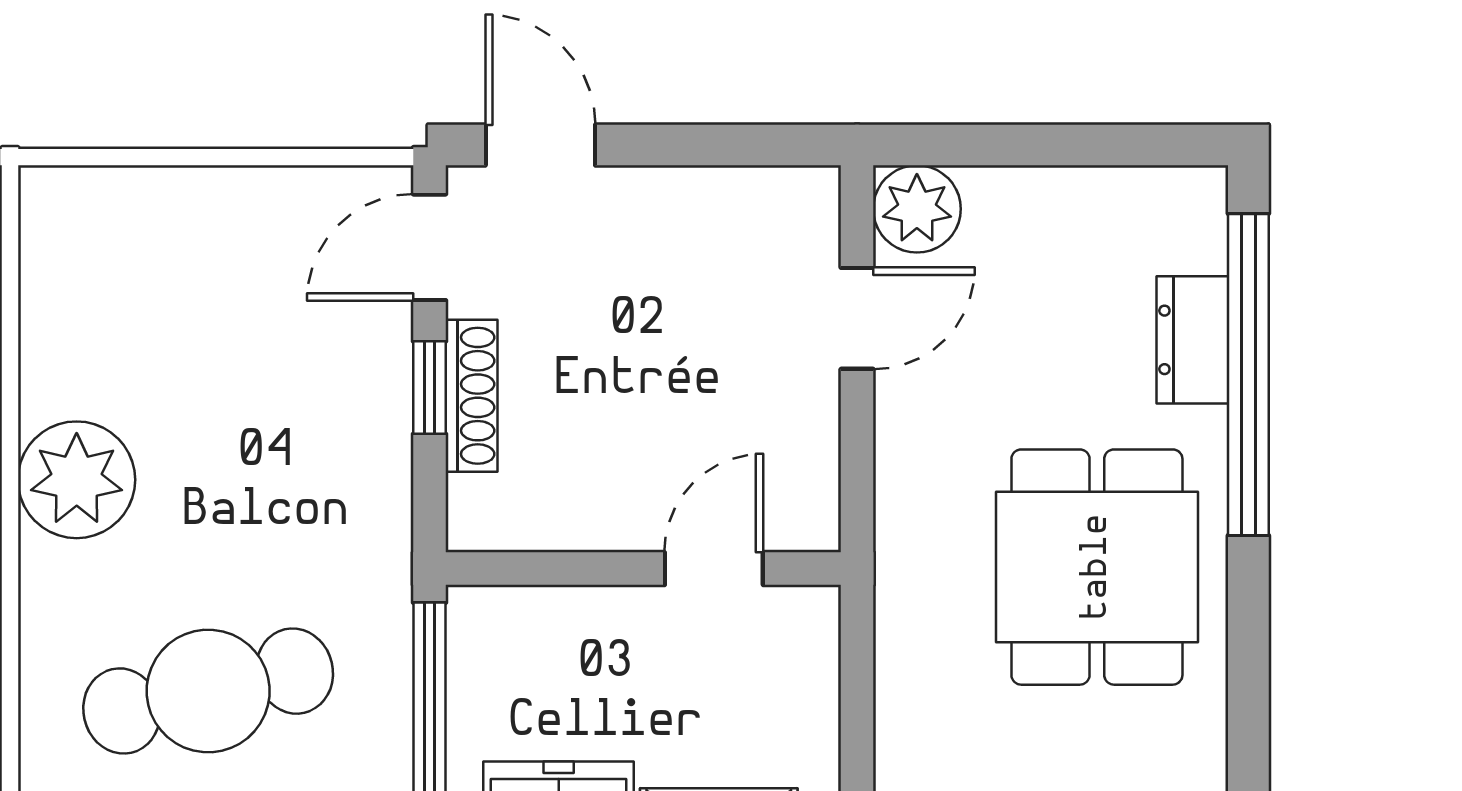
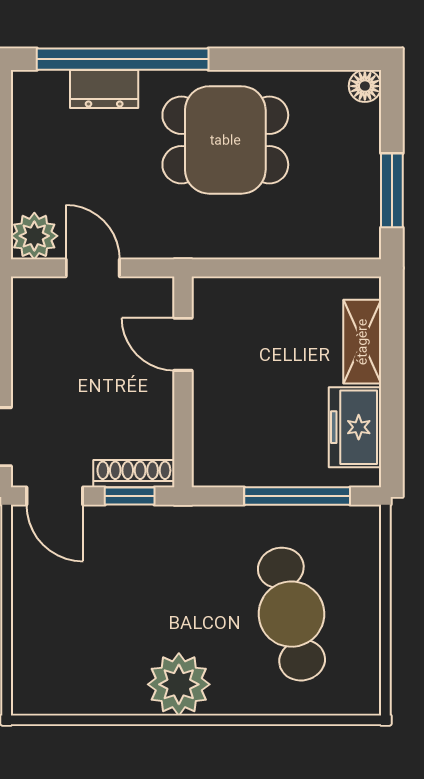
wall: (643, 569) -> (183, 382), moved
door: (714, 569) -> (183, 344), moved

